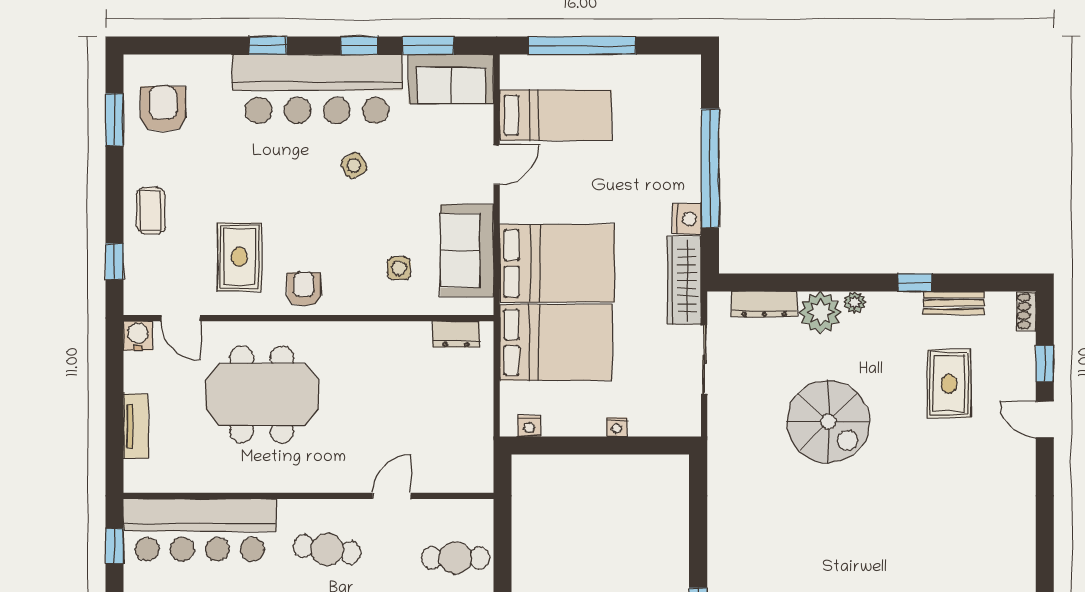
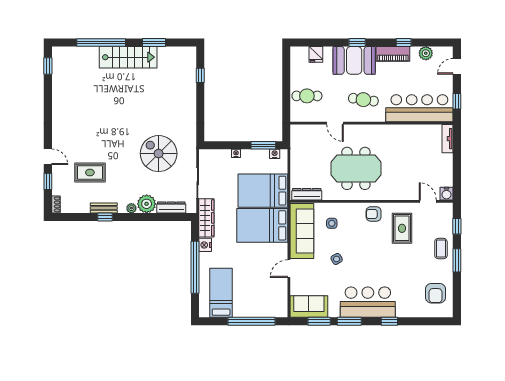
window: (359, 45) -> (349, 321), width x1.50
bar counter: (317, 89) -> (368, 302), width x0.73
bed: (556, 115) -> (221, 293), moved, turned 90
window: (114, 120) -> (457, 260), moved
side table: (354, 166) -> (337, 259), moved
sofa: (467, 251) -> (302, 231), width x1.36
armchair: (304, 289) -> (374, 214), turned 90
bench: (954, 303) -> (104, 208), moved
dresser: (456, 334) -> (307, 194), width x1.44
rug: (949, 384) -> (90, 172), turned 90
meeting table: (262, 395) -> (356, 168), moved
spiral stairs: (828, 422) -> (159, 154), moved
tv unit: (136, 426) -> (448, 139), moved
window: (555, 445) -> (263, 145), added
door: (392, 496) -> (335, 123), hinge flipped

